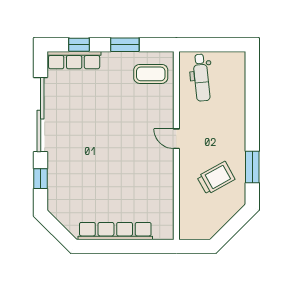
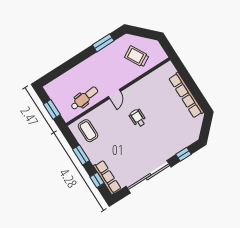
window: (209, 45) -> (52, 109), added
dental chair: (201, 78) -> (84, 98), moved
wheelchair: (126, 149) -> (138, 118), added
trolley: (216, 178) -> (137, 56), moved

